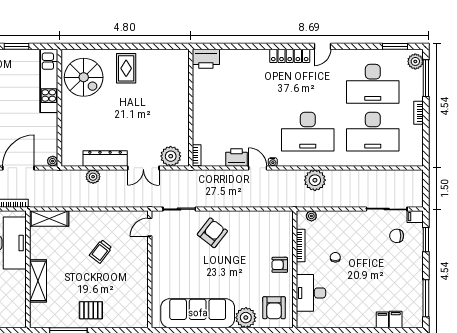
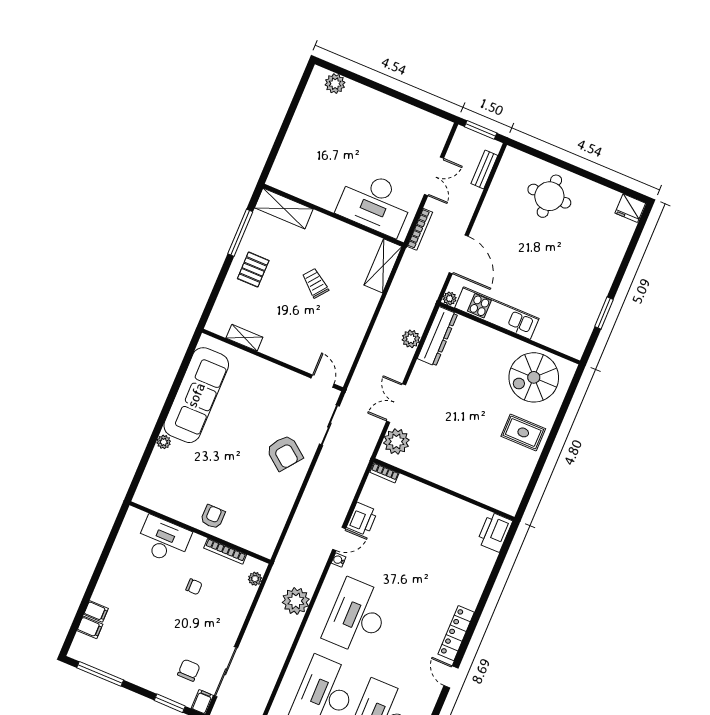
kitchen unit: (49, 81) -> (497, 313), moved
dresser: (105, 158) -> (437, 336), moved
trolley: (101, 251) -> (315, 283), moved
shelving: (38, 281) -> (284, 208), moved
shelving: (142, 296) -> (244, 338), added
armchair: (274, 308) -> (165, 489), removed
plant: (246, 318) -> (164, 442), width x0.53, depth x0.53

